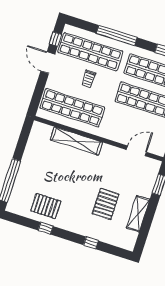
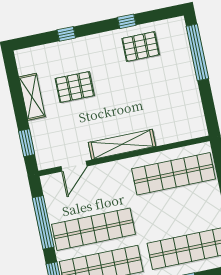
trolley: (88, 79) -> (174, 216), removed
shelving: (76, 141) -> (122, 144), moved
pallet: (106, 204) -> (75, 87), turned 90

